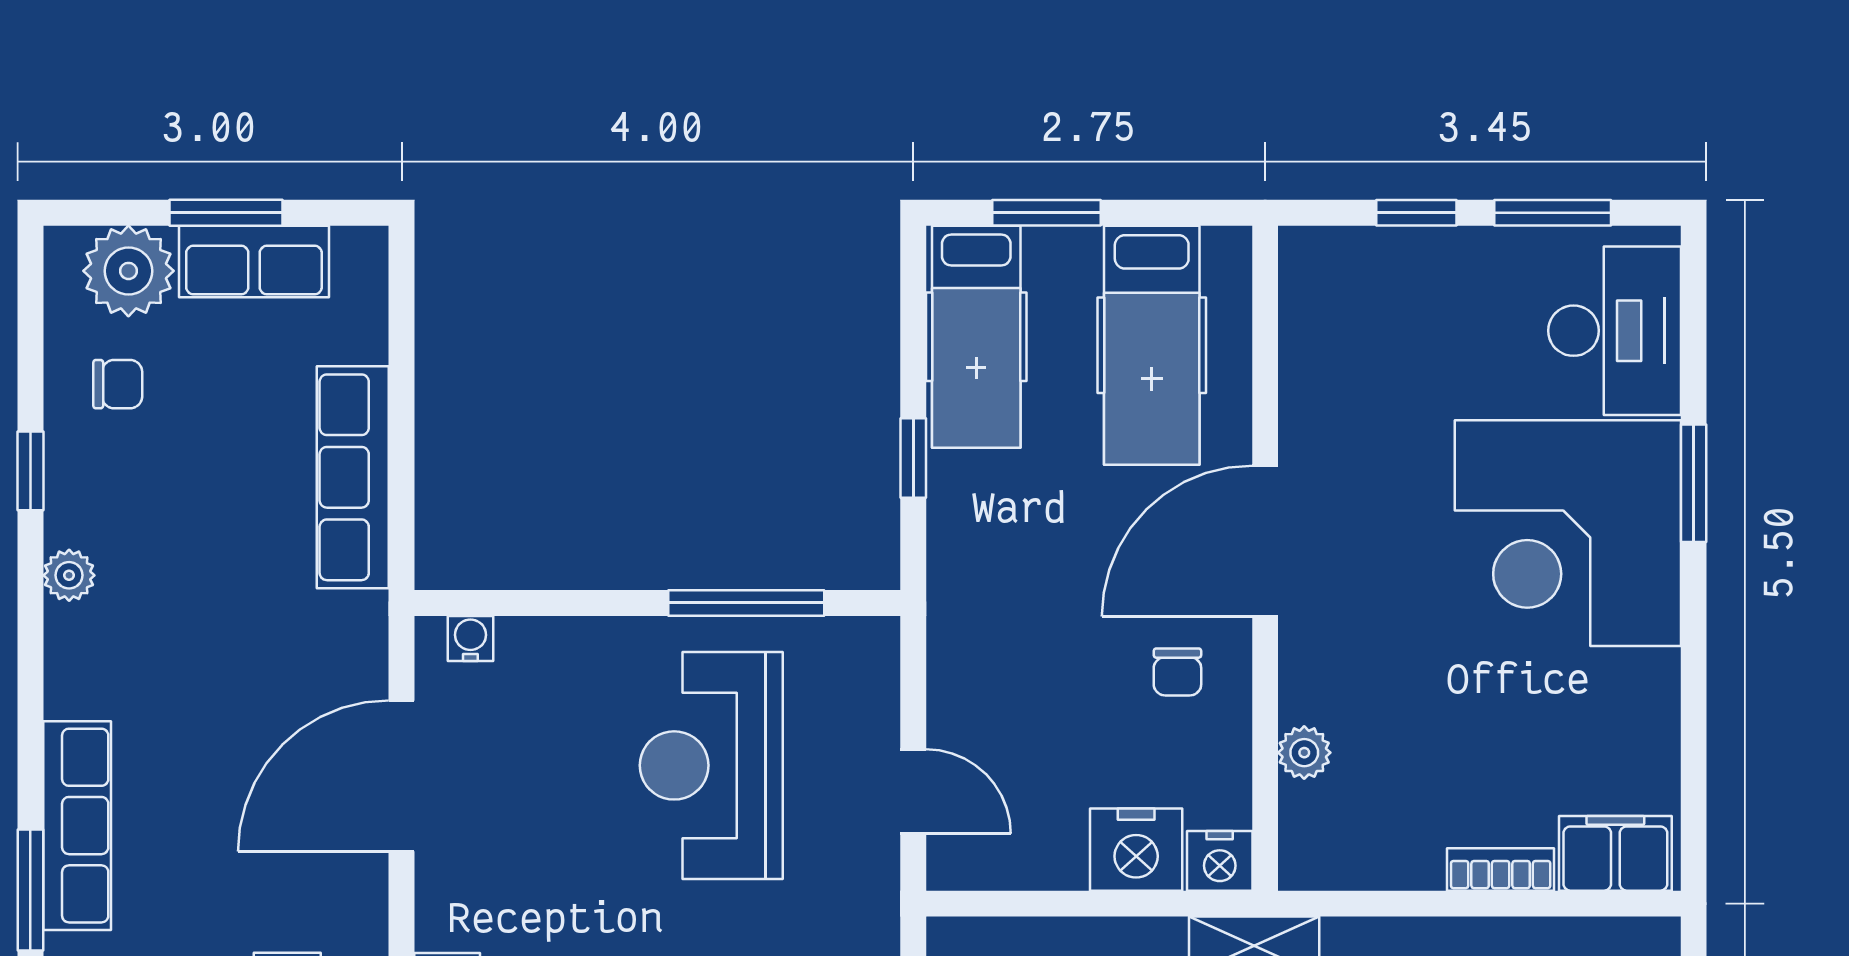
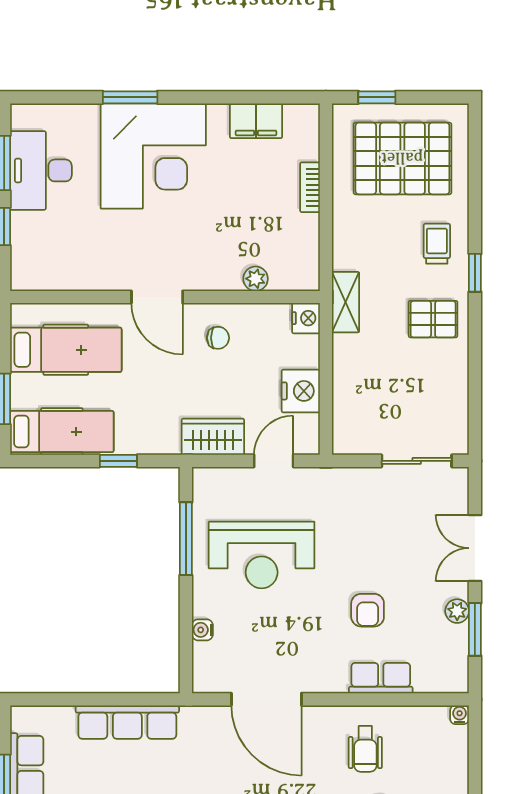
desk: (1615, 331) -> (41, 170), moved, turned -90
door: (1265, 541) -> (157, 297), width x0.73
water cooler: (470, 638) -> (202, 630), moved
wardrobe: (965, 661) -> (213, 437), added
nightstand: (1136, 850) -> (301, 391), moved
filing cabinet: (1615, 853) -> (256, 121), moved, turned -90

